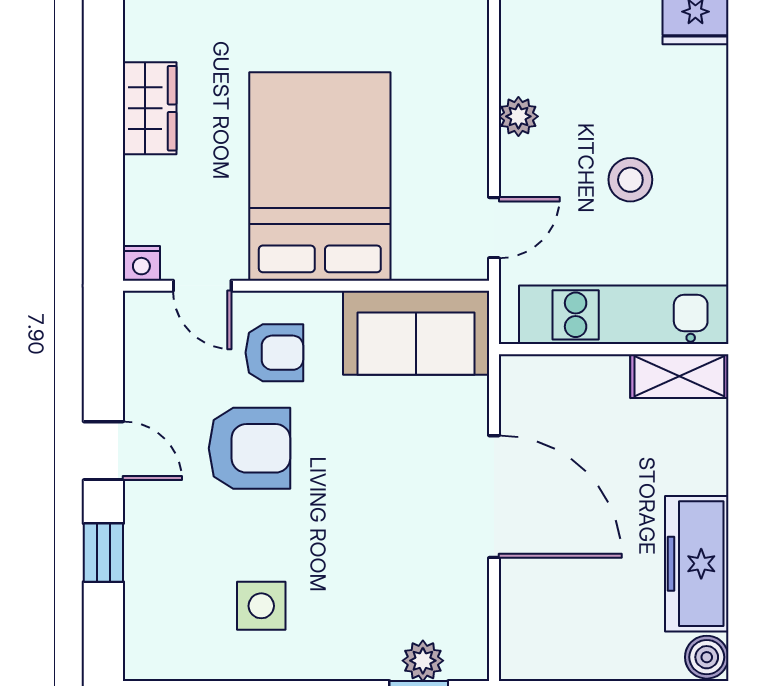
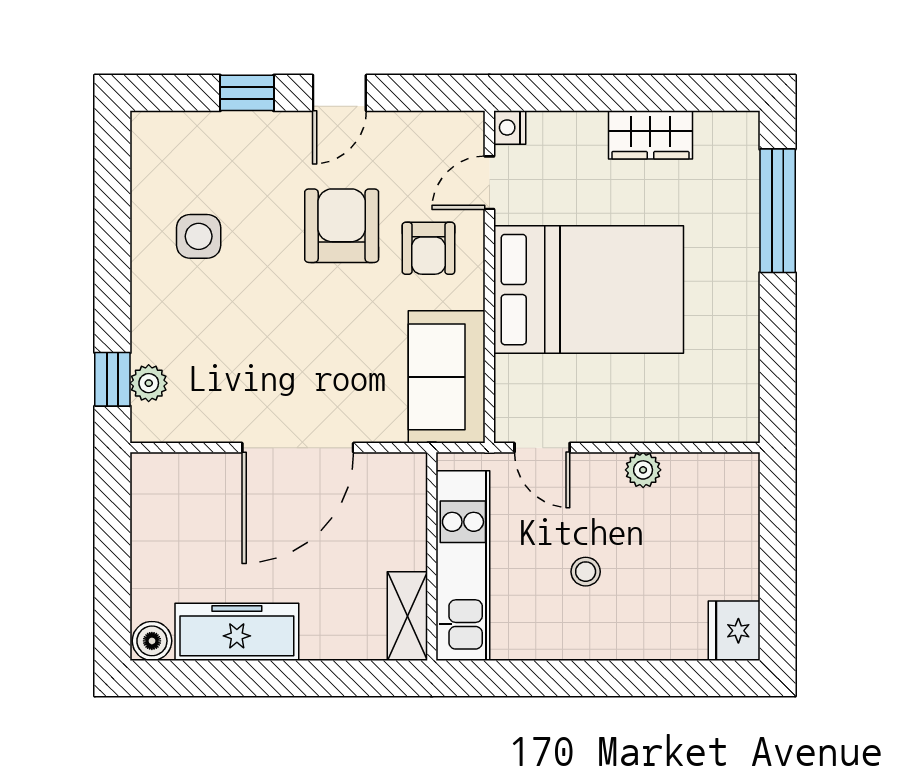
stool: (630, 180) -> (586, 572), width x0.73, depth x0.73
armchair: (250, 448) -> (342, 226), turned 180

